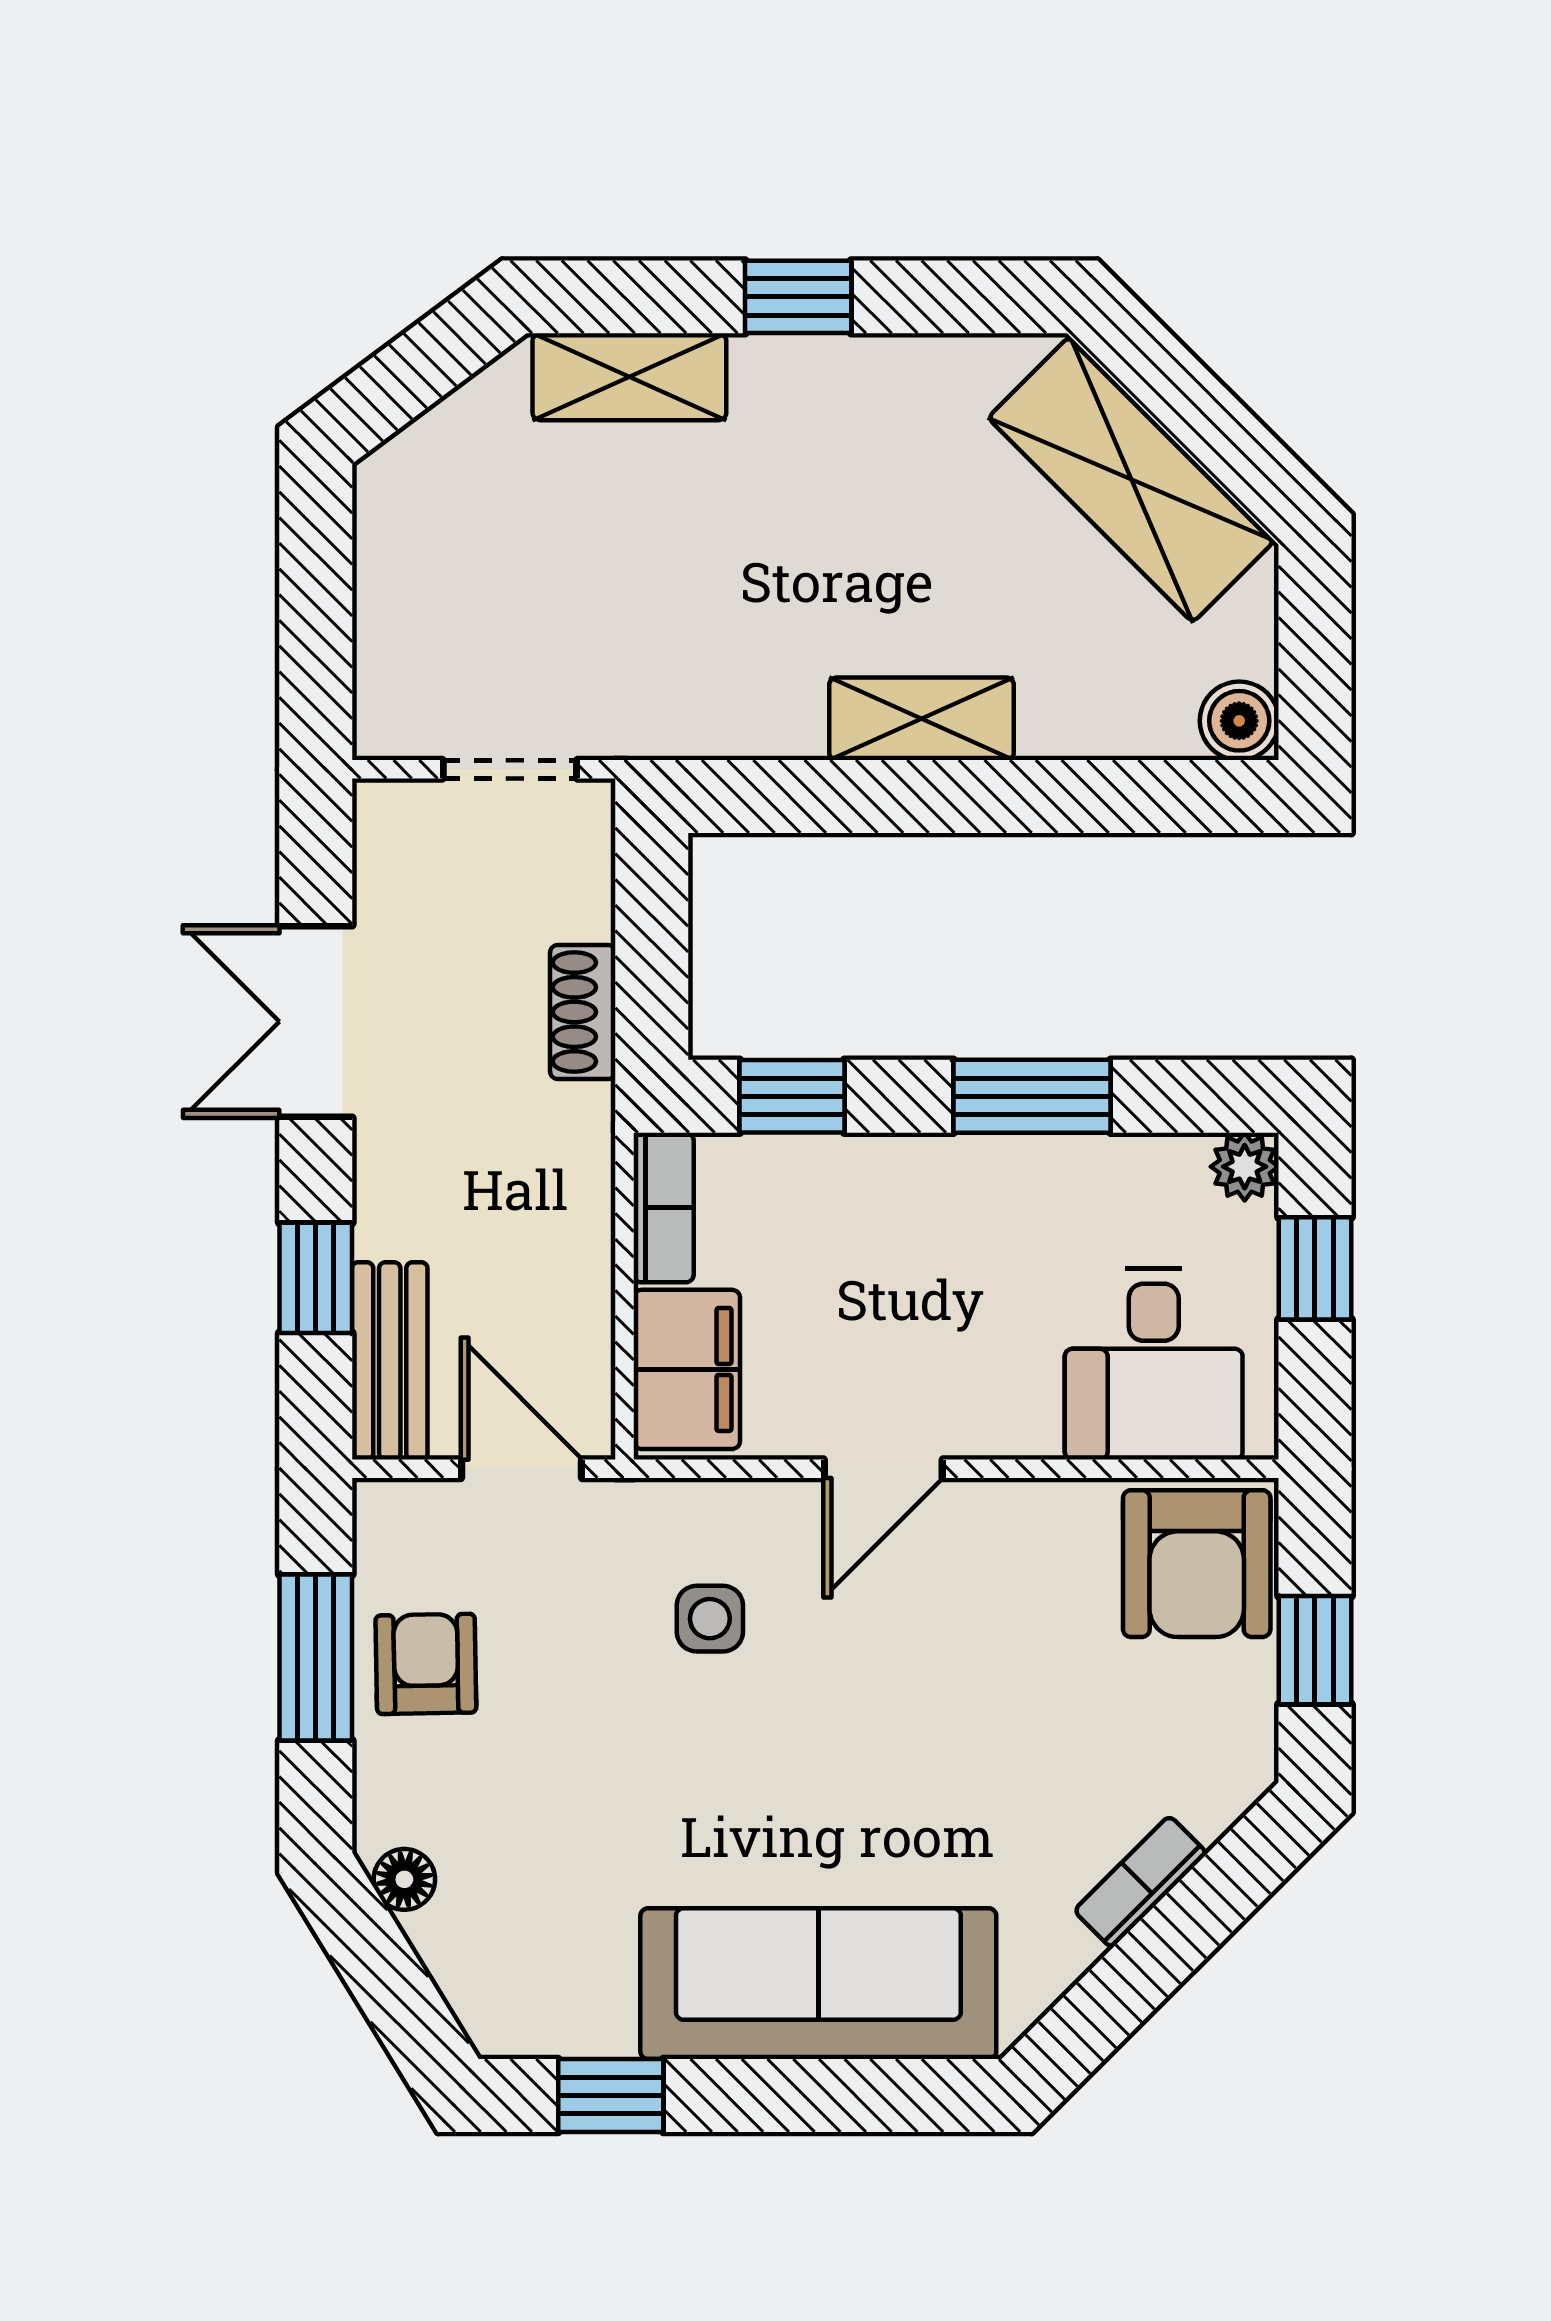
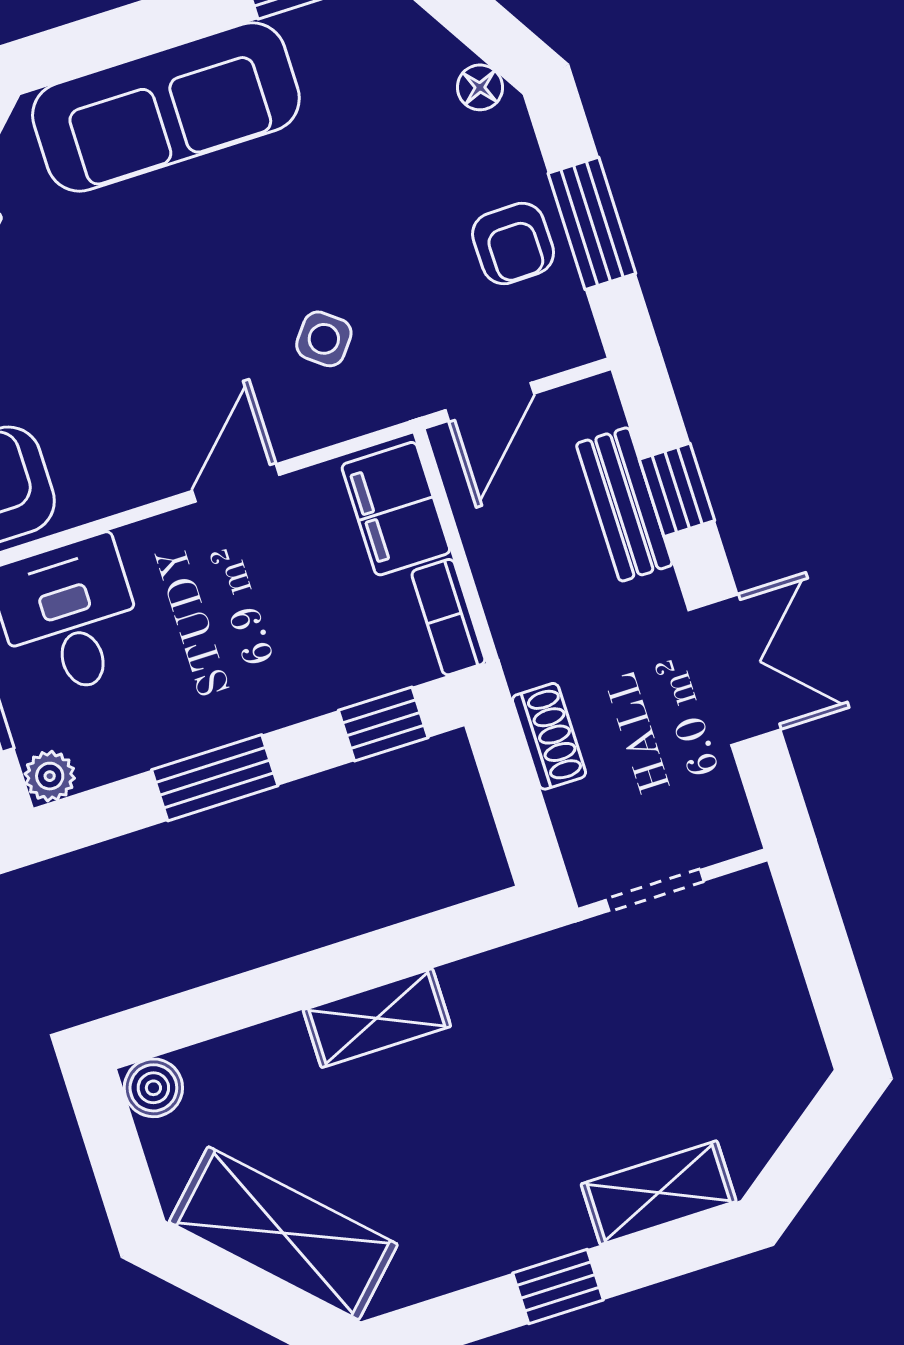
bench: (390, 1361) -> (624, 504), moved
door: (521, 1469) -> (490, 402), hinge flipped
side table: (710, 1619) -> (324, 339), turned 38

